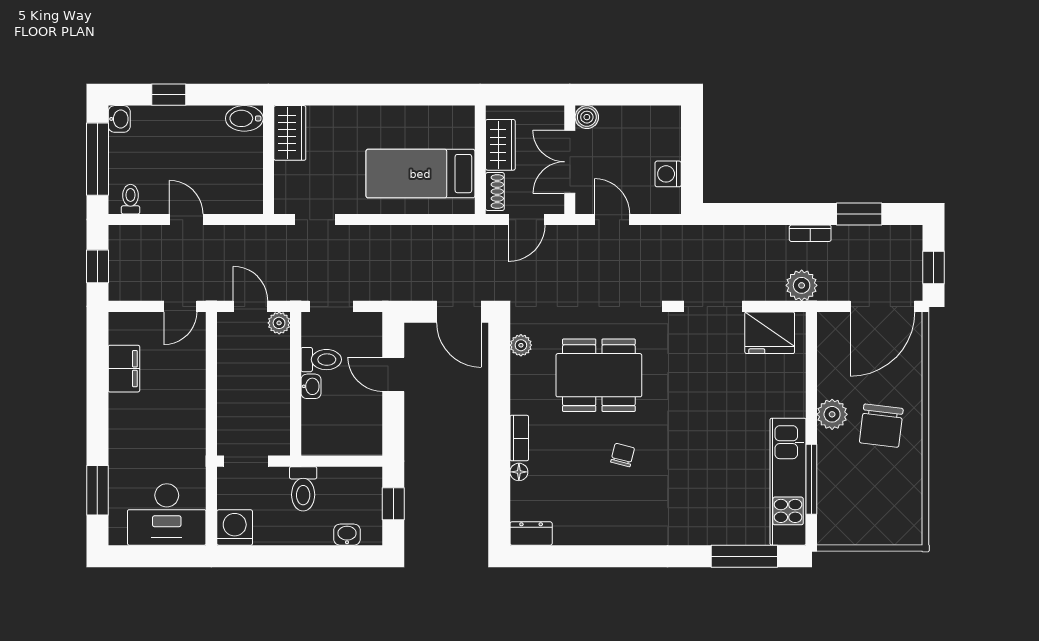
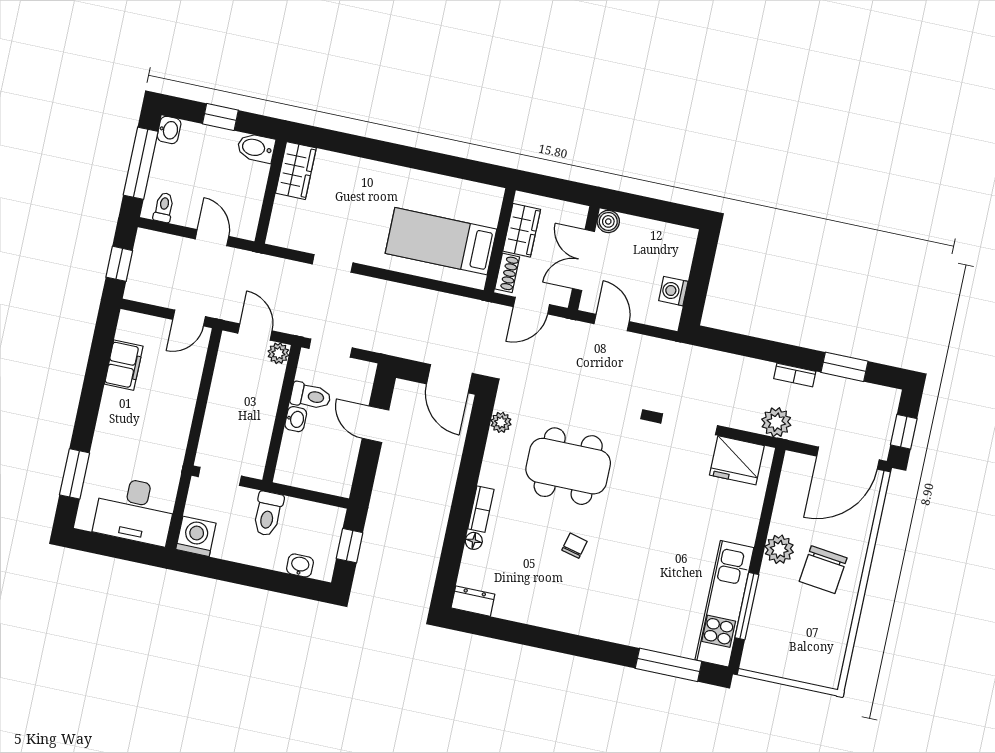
bidet: (244, 118) -> (256, 148), moved
wardrobe: (290, 133) -> (296, 171), moved
wall: (268, 160) -> (270, 191), moved

